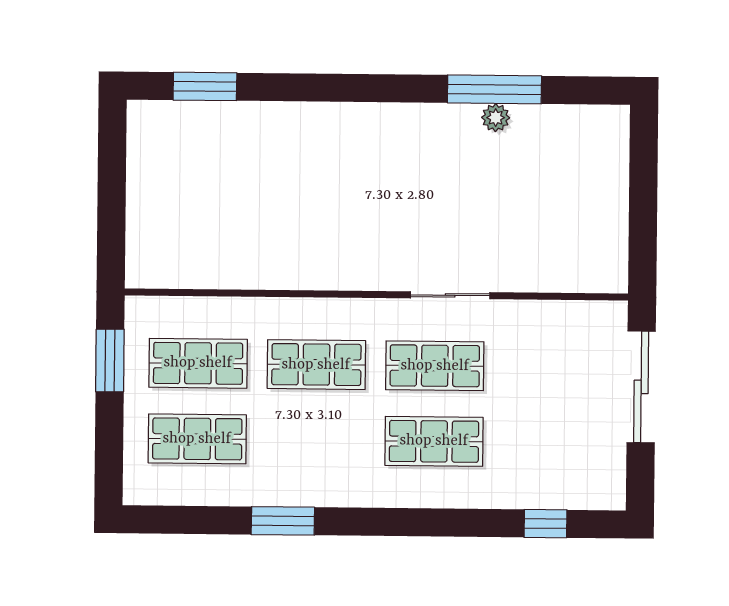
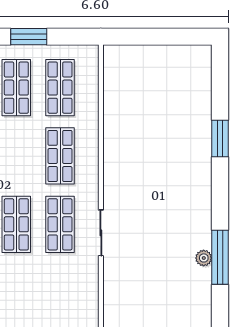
window: (205, 86) -> (220, 139), moved
window: (110, 361) -> (29, 37), moved

